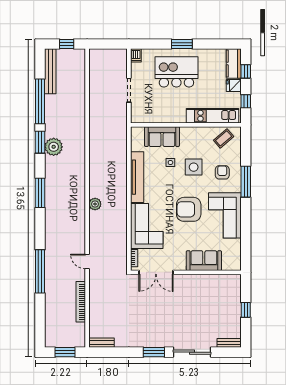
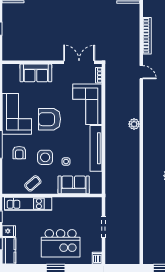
coffee table: (224, 138) -> (33, 183), moved
armchair: (189, 209) -> (50, 119), turned 180

